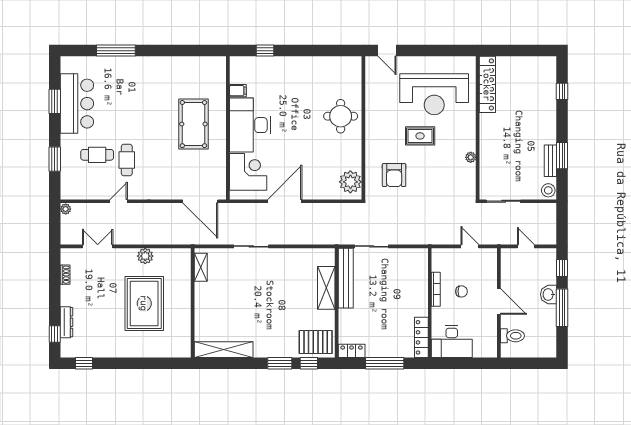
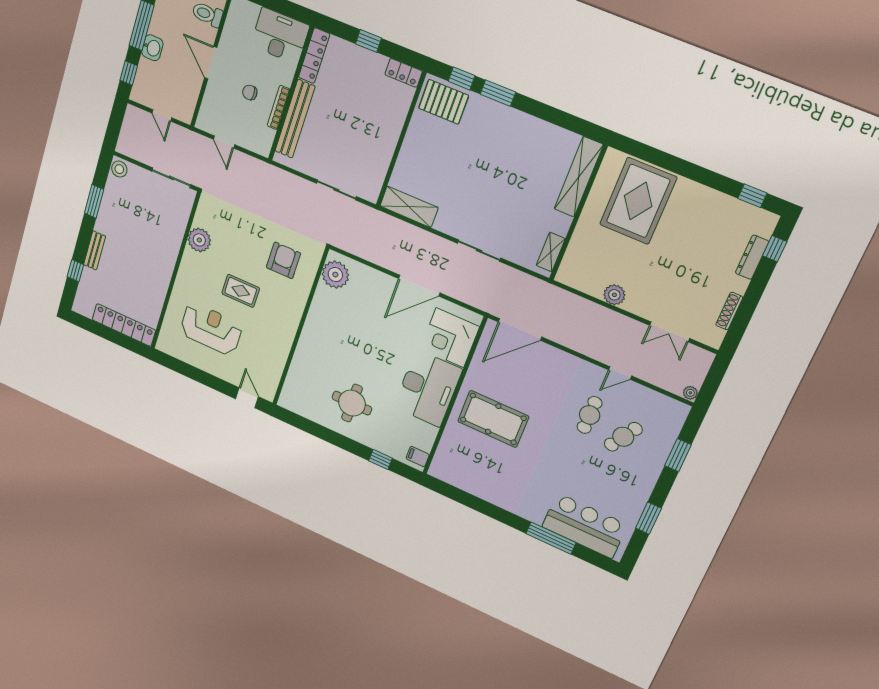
locker: (487, 84) -> (124, 325), moved, turned 90
filing cabinet: (238, 91) -> (418, 456), moved
reception desk: (434, 94) -> (211, 329), width x0.74, depth x0.77
bar counter: (77, 104) -> (584, 526), moved, turned 90
round table: (341, 116) -> (352, 403), moved
pool table: (193, 124) -> (493, 419), turned 90
cafe table: (97, 155) -> (623, 437), turned -60
plant: (471, 157) -> (199, 240), width x1.88, depth x1.88
bench: (550, 161) -> (95, 250), moved
door: (200, 201) -> (520, 329), swing flipped
shoe rack: (65, 275) -> (729, 311), width x1.43
bench: (346, 278) -> (295, 119), moved
shelving: (326, 288) -> (409, 207), moved, turned 90
rug: (144, 303) -> (638, 201), moved
shelving: (224, 350) -> (579, 177), moved, turned 90
window: (385, 363) -> (369, 41), width x0.46

